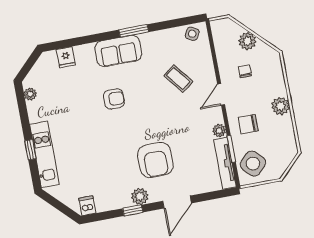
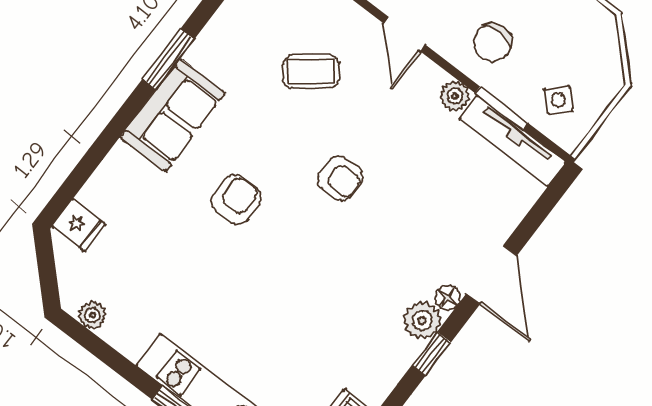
fridge: (66, 57) -> (79, 225), moved
armchair: (155, 160) -> (340, 178), moved, width x0.53, depth x0.53
side table: (253, 164) -> (558, 100), width x0.54, depth x0.54
floor lamp: (155, 196) -> (448, 297), added

